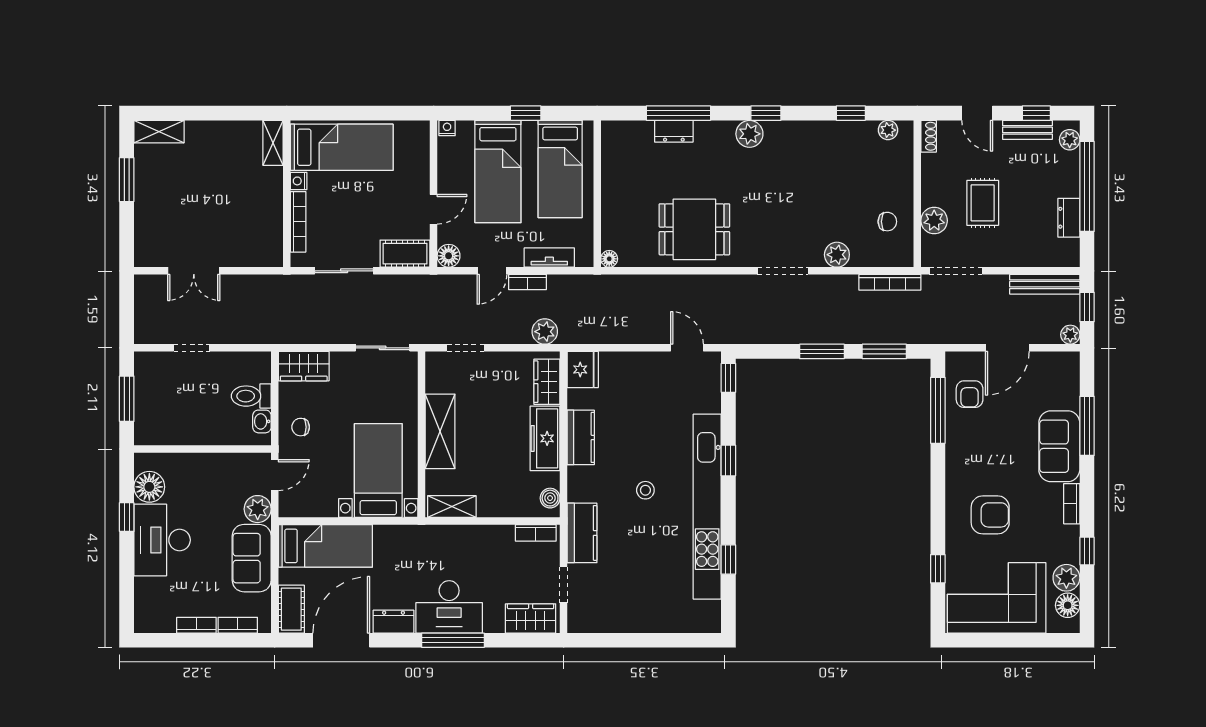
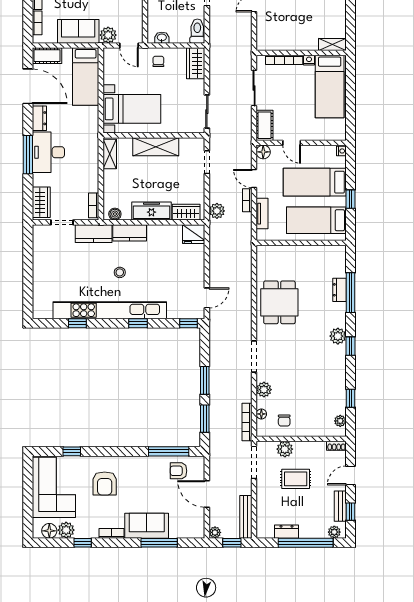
floor lamp: (609, 259) -> (261, 414), moved
toilet: (251, 396) -> (197, 31), moved
kitchen counter: (581, 437) -> (130, 233), moved

